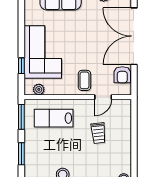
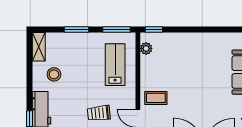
corner sofa: (43, 52) -> (187, 53), removed
window: (21, 66) -> (154, 30), moved

